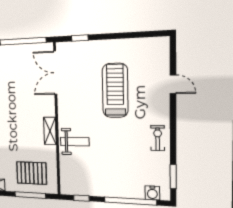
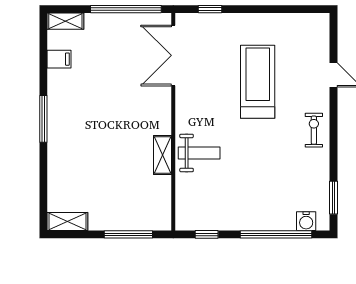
shelving: (50, 131) -> (162, 155), moved
exercise bike: (158, 138) -> (314, 130), moved
pallet: (32, 173) -> (132, 201), removed

